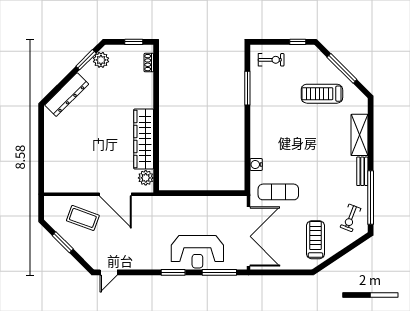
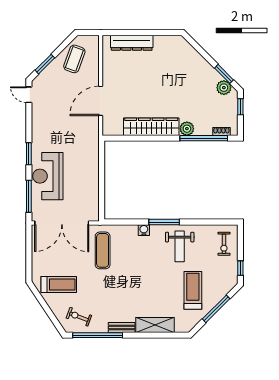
window: (134, 42) -> (240, 107), moved
window: (156, 82) -> (204, 138), added
window: (247, 88) -> (164, 222), moved
dresser: (67, 95) -> (132, 43), moved, turned -45
weight bench: (274, 108) -> (180, 246), added
water cooler: (256, 164) -> (144, 230), moved
plant: (146, 178) -> (187, 129), moved
coffee table: (83, 218) -> (74, 59), moved
window: (63, 242) -> (45, 64), moved

